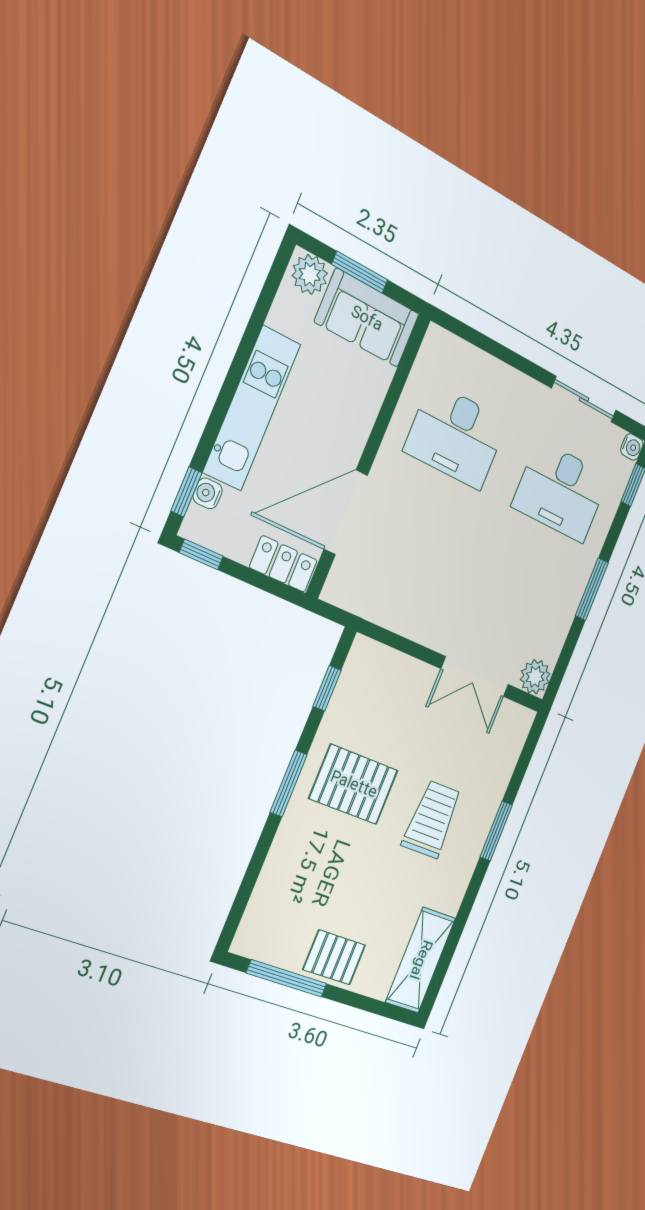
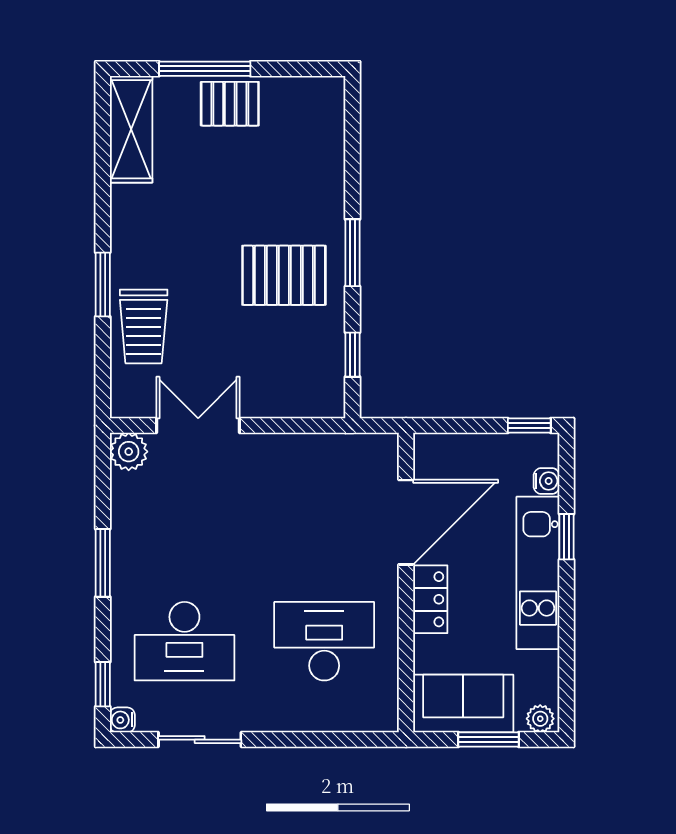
plant: (310, 274) -> (540, 719), width x0.73, depth x0.73
desk: (561, 491) -> (184, 641), turned 180
window: (186, 492) -> (567, 537), moved
locker: (283, 564) -> (430, 599), moved, turned -90
trolley: (432, 819) -> (144, 326), moved
window: (287, 978) -> (205, 69), moved

